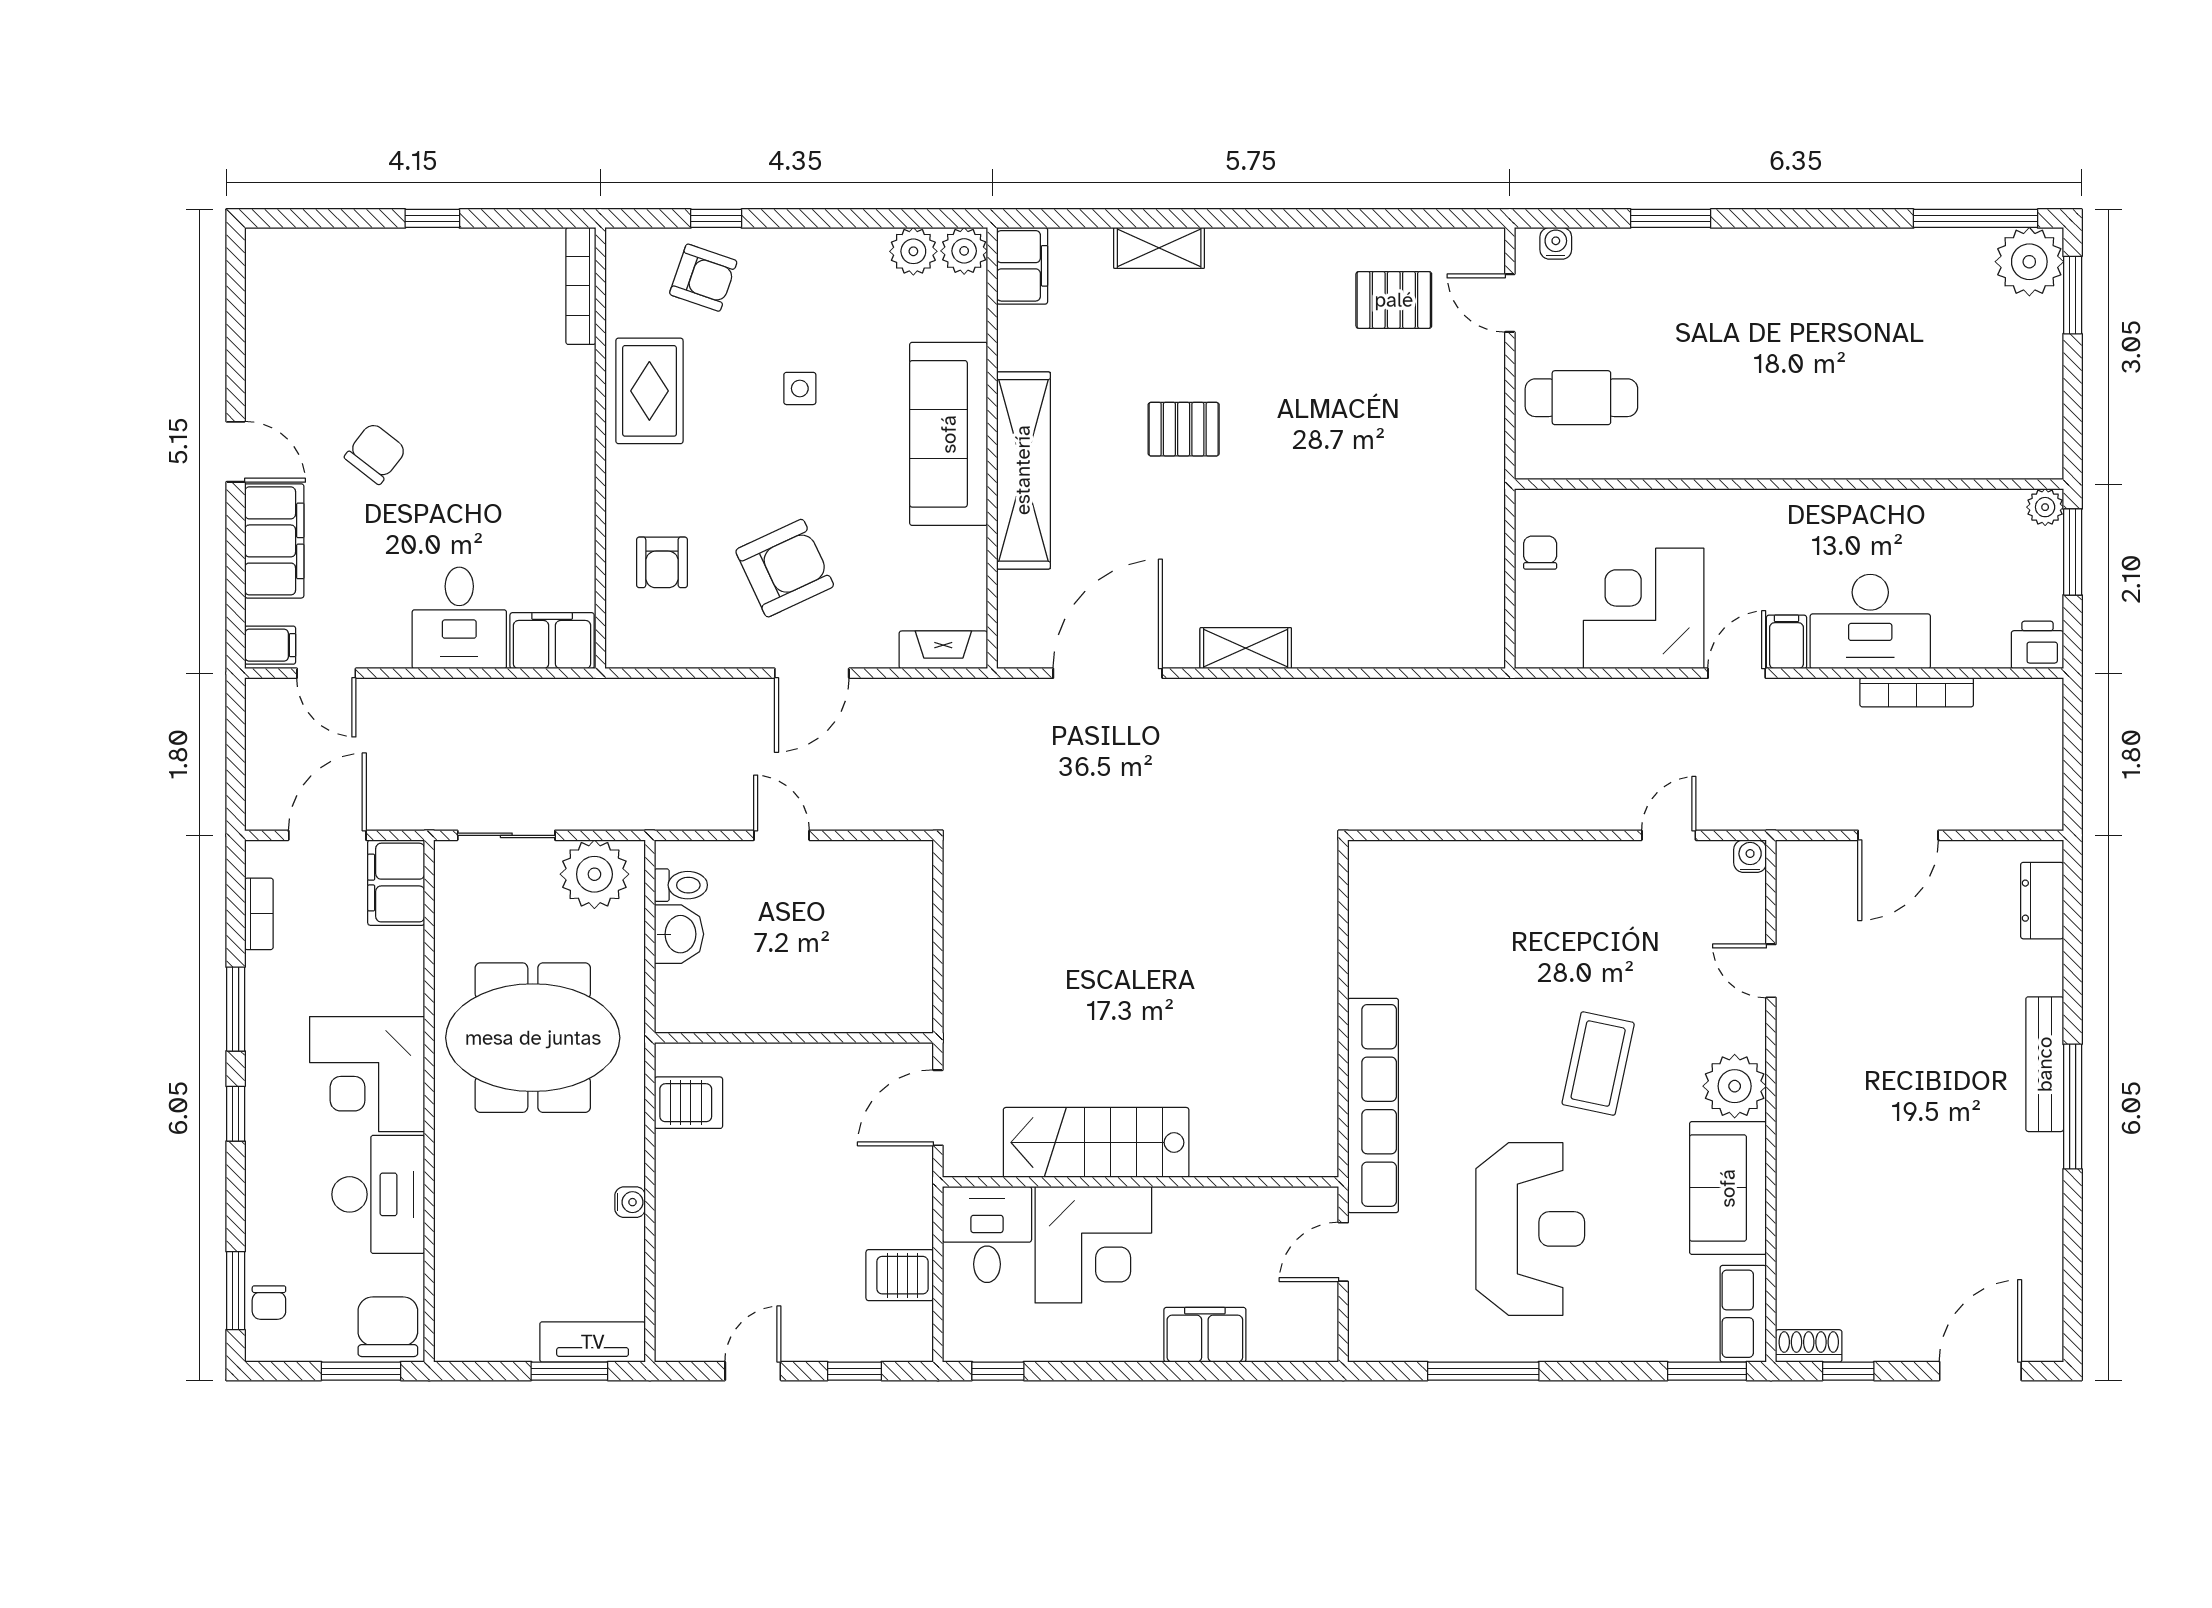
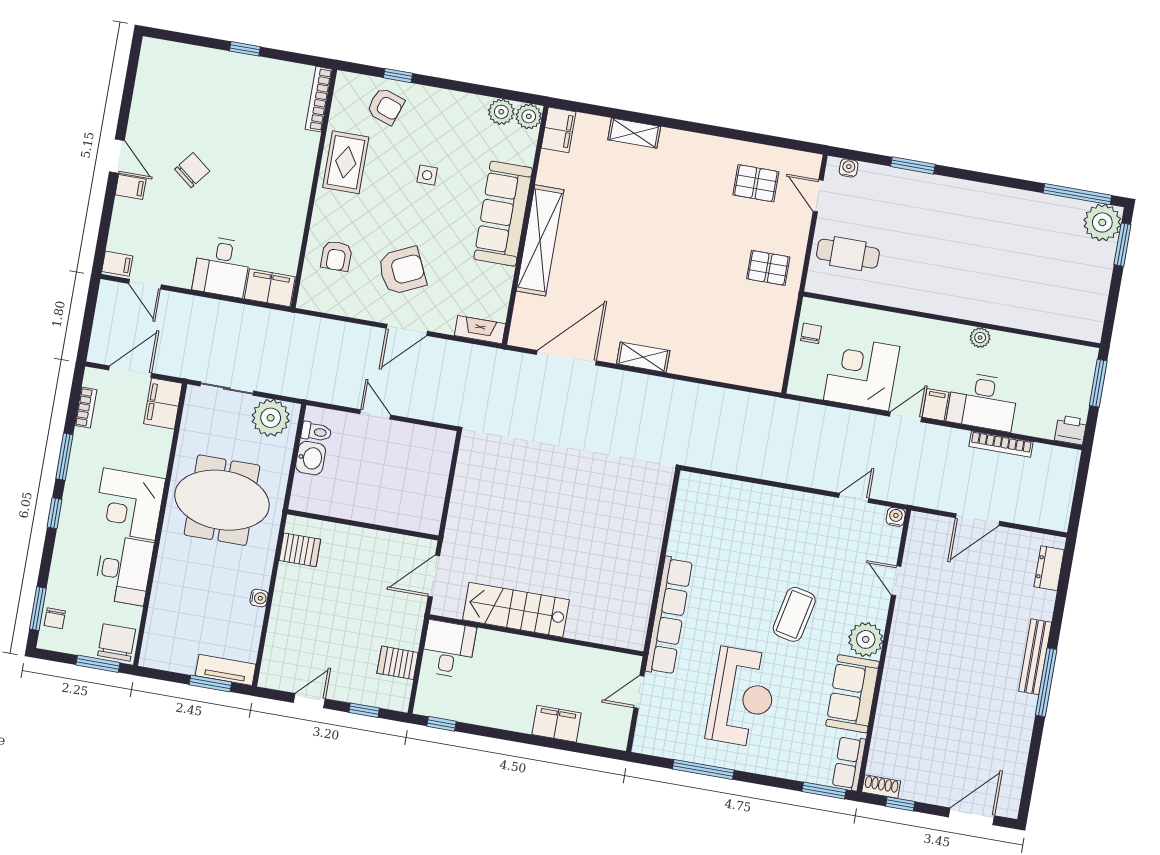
pallet: (1184, 429) -> (768, 268), moved
plant: (2045, 507) -> (980, 338), moved
filing cabinet: (274, 541) -> (131, 187), width x0.33, depth x0.86
corner desk: (1093, 1245) -> (505, 665), removed

